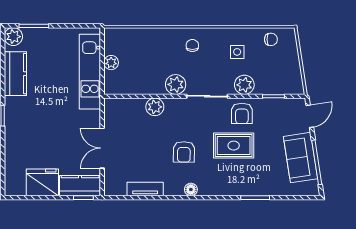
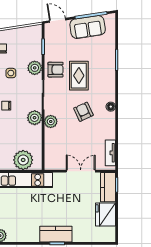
plant: (111, 63) -> (23, 160), width x1.88, depth x1.88
kitchen counter: (15, 74) -> (56, 234), moved
plant: (155, 107) -> (51, 122), moved
double door: (102, 148) -> (81, 171), swing flipped
armchair: (184, 152) -> (83, 112), turned -116
tv unit: (145, 189) -> (110, 153), moved

